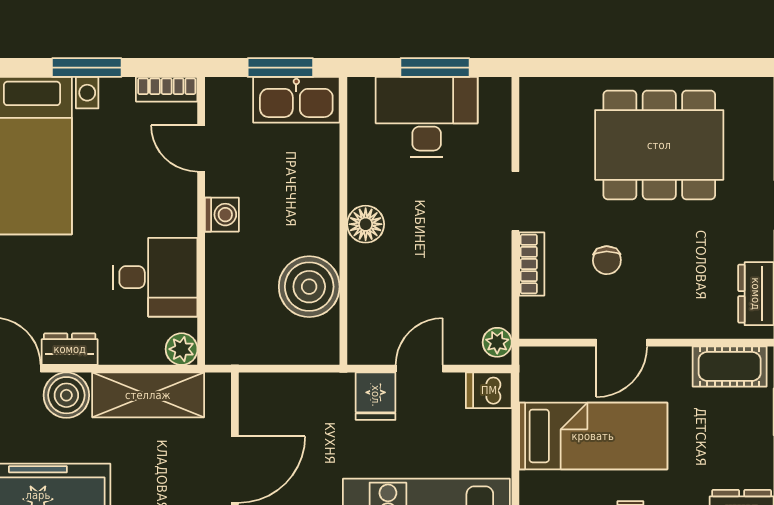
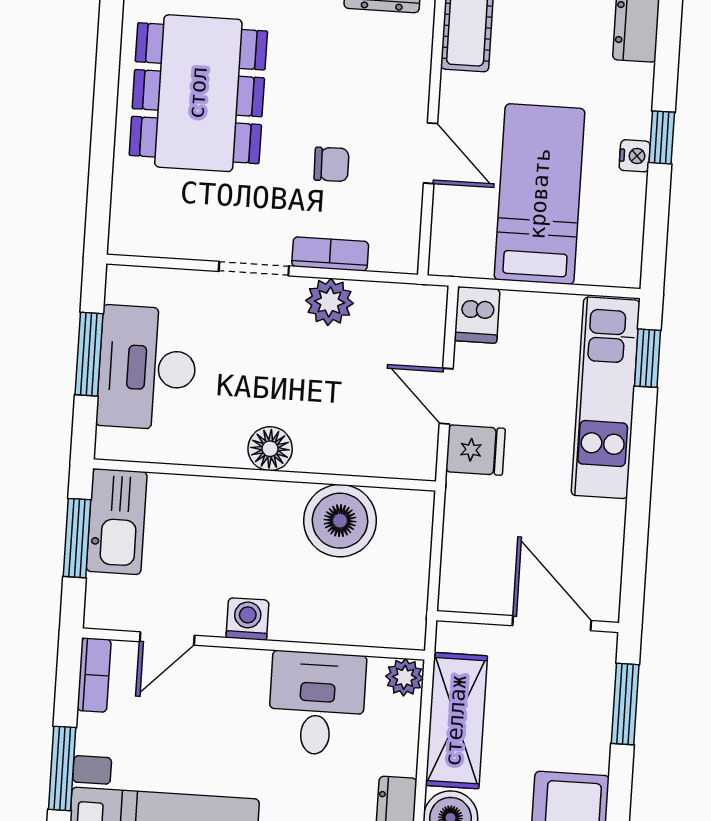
plant: (497, 342) -> (330, 302), moved, width x1.38, depth x1.38

